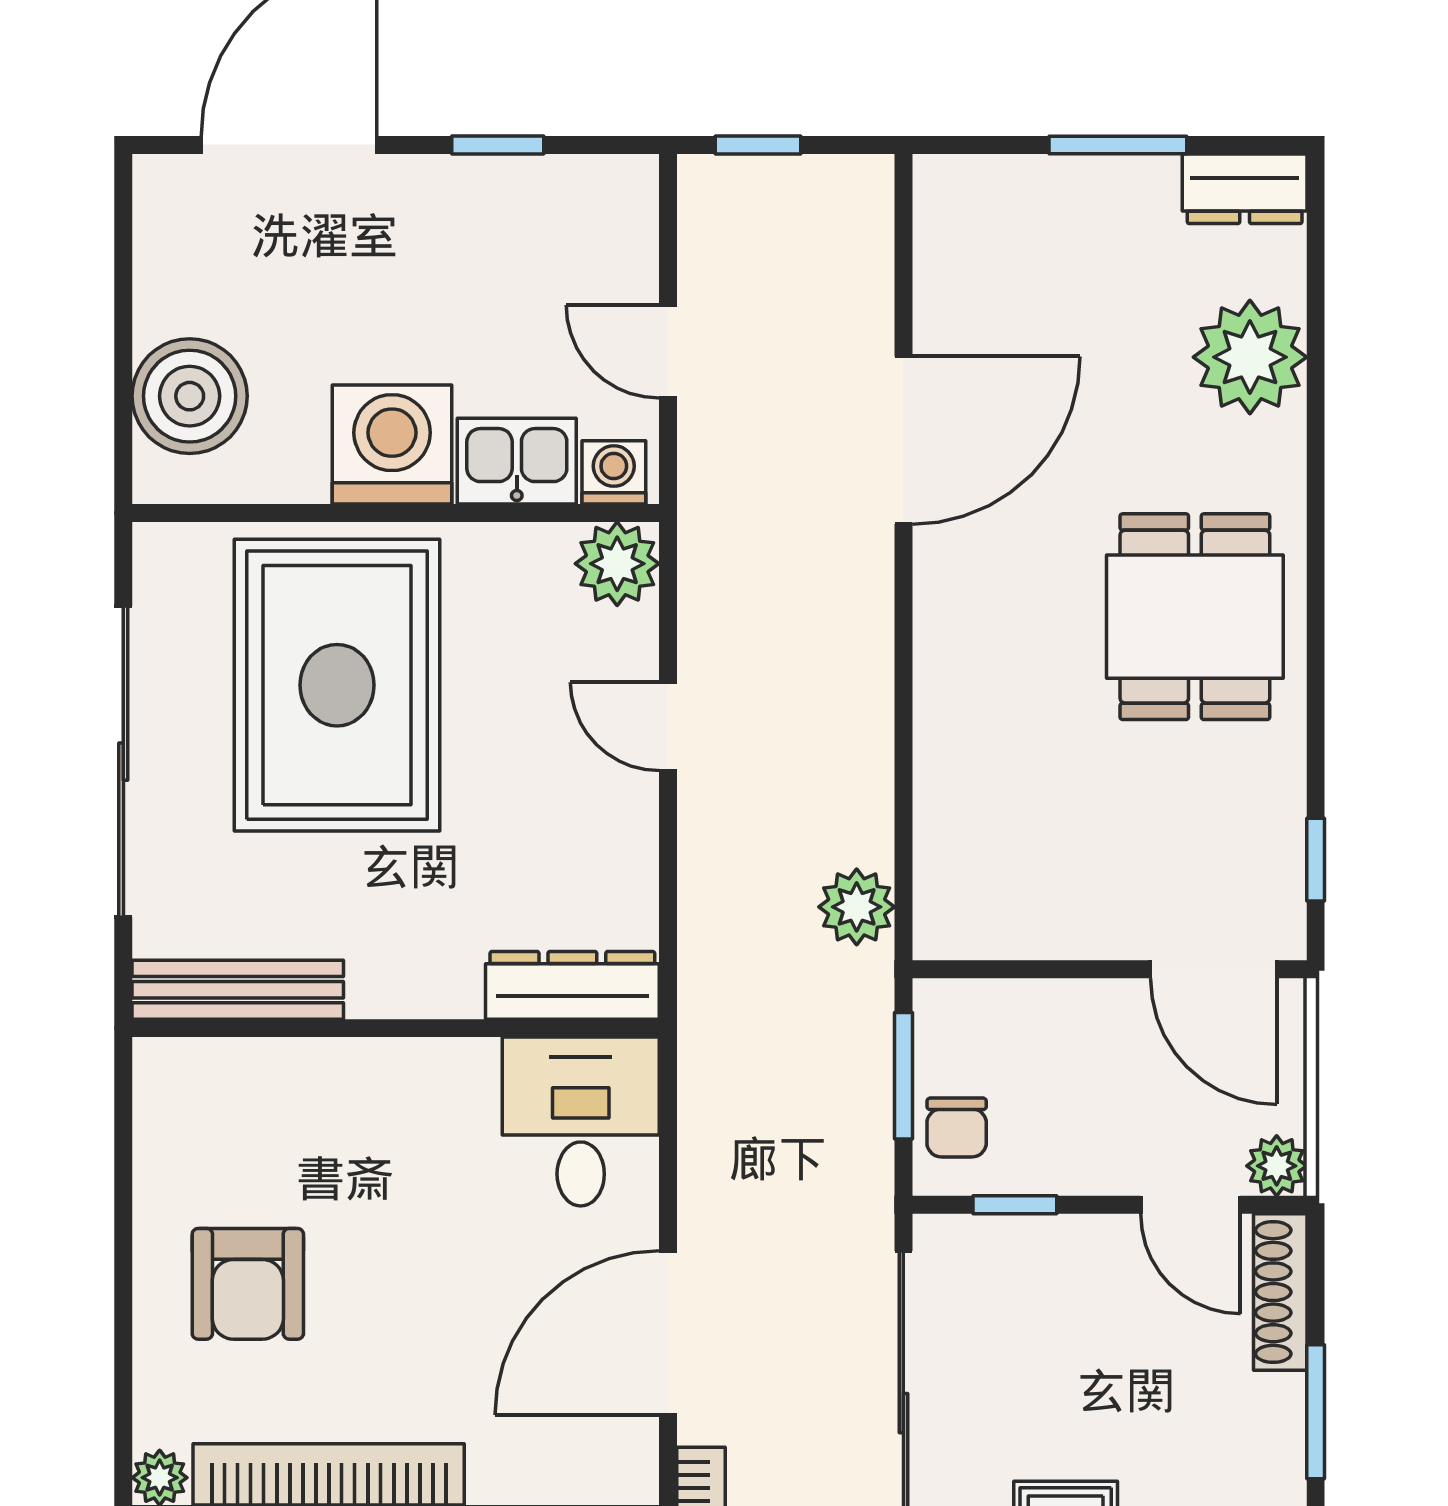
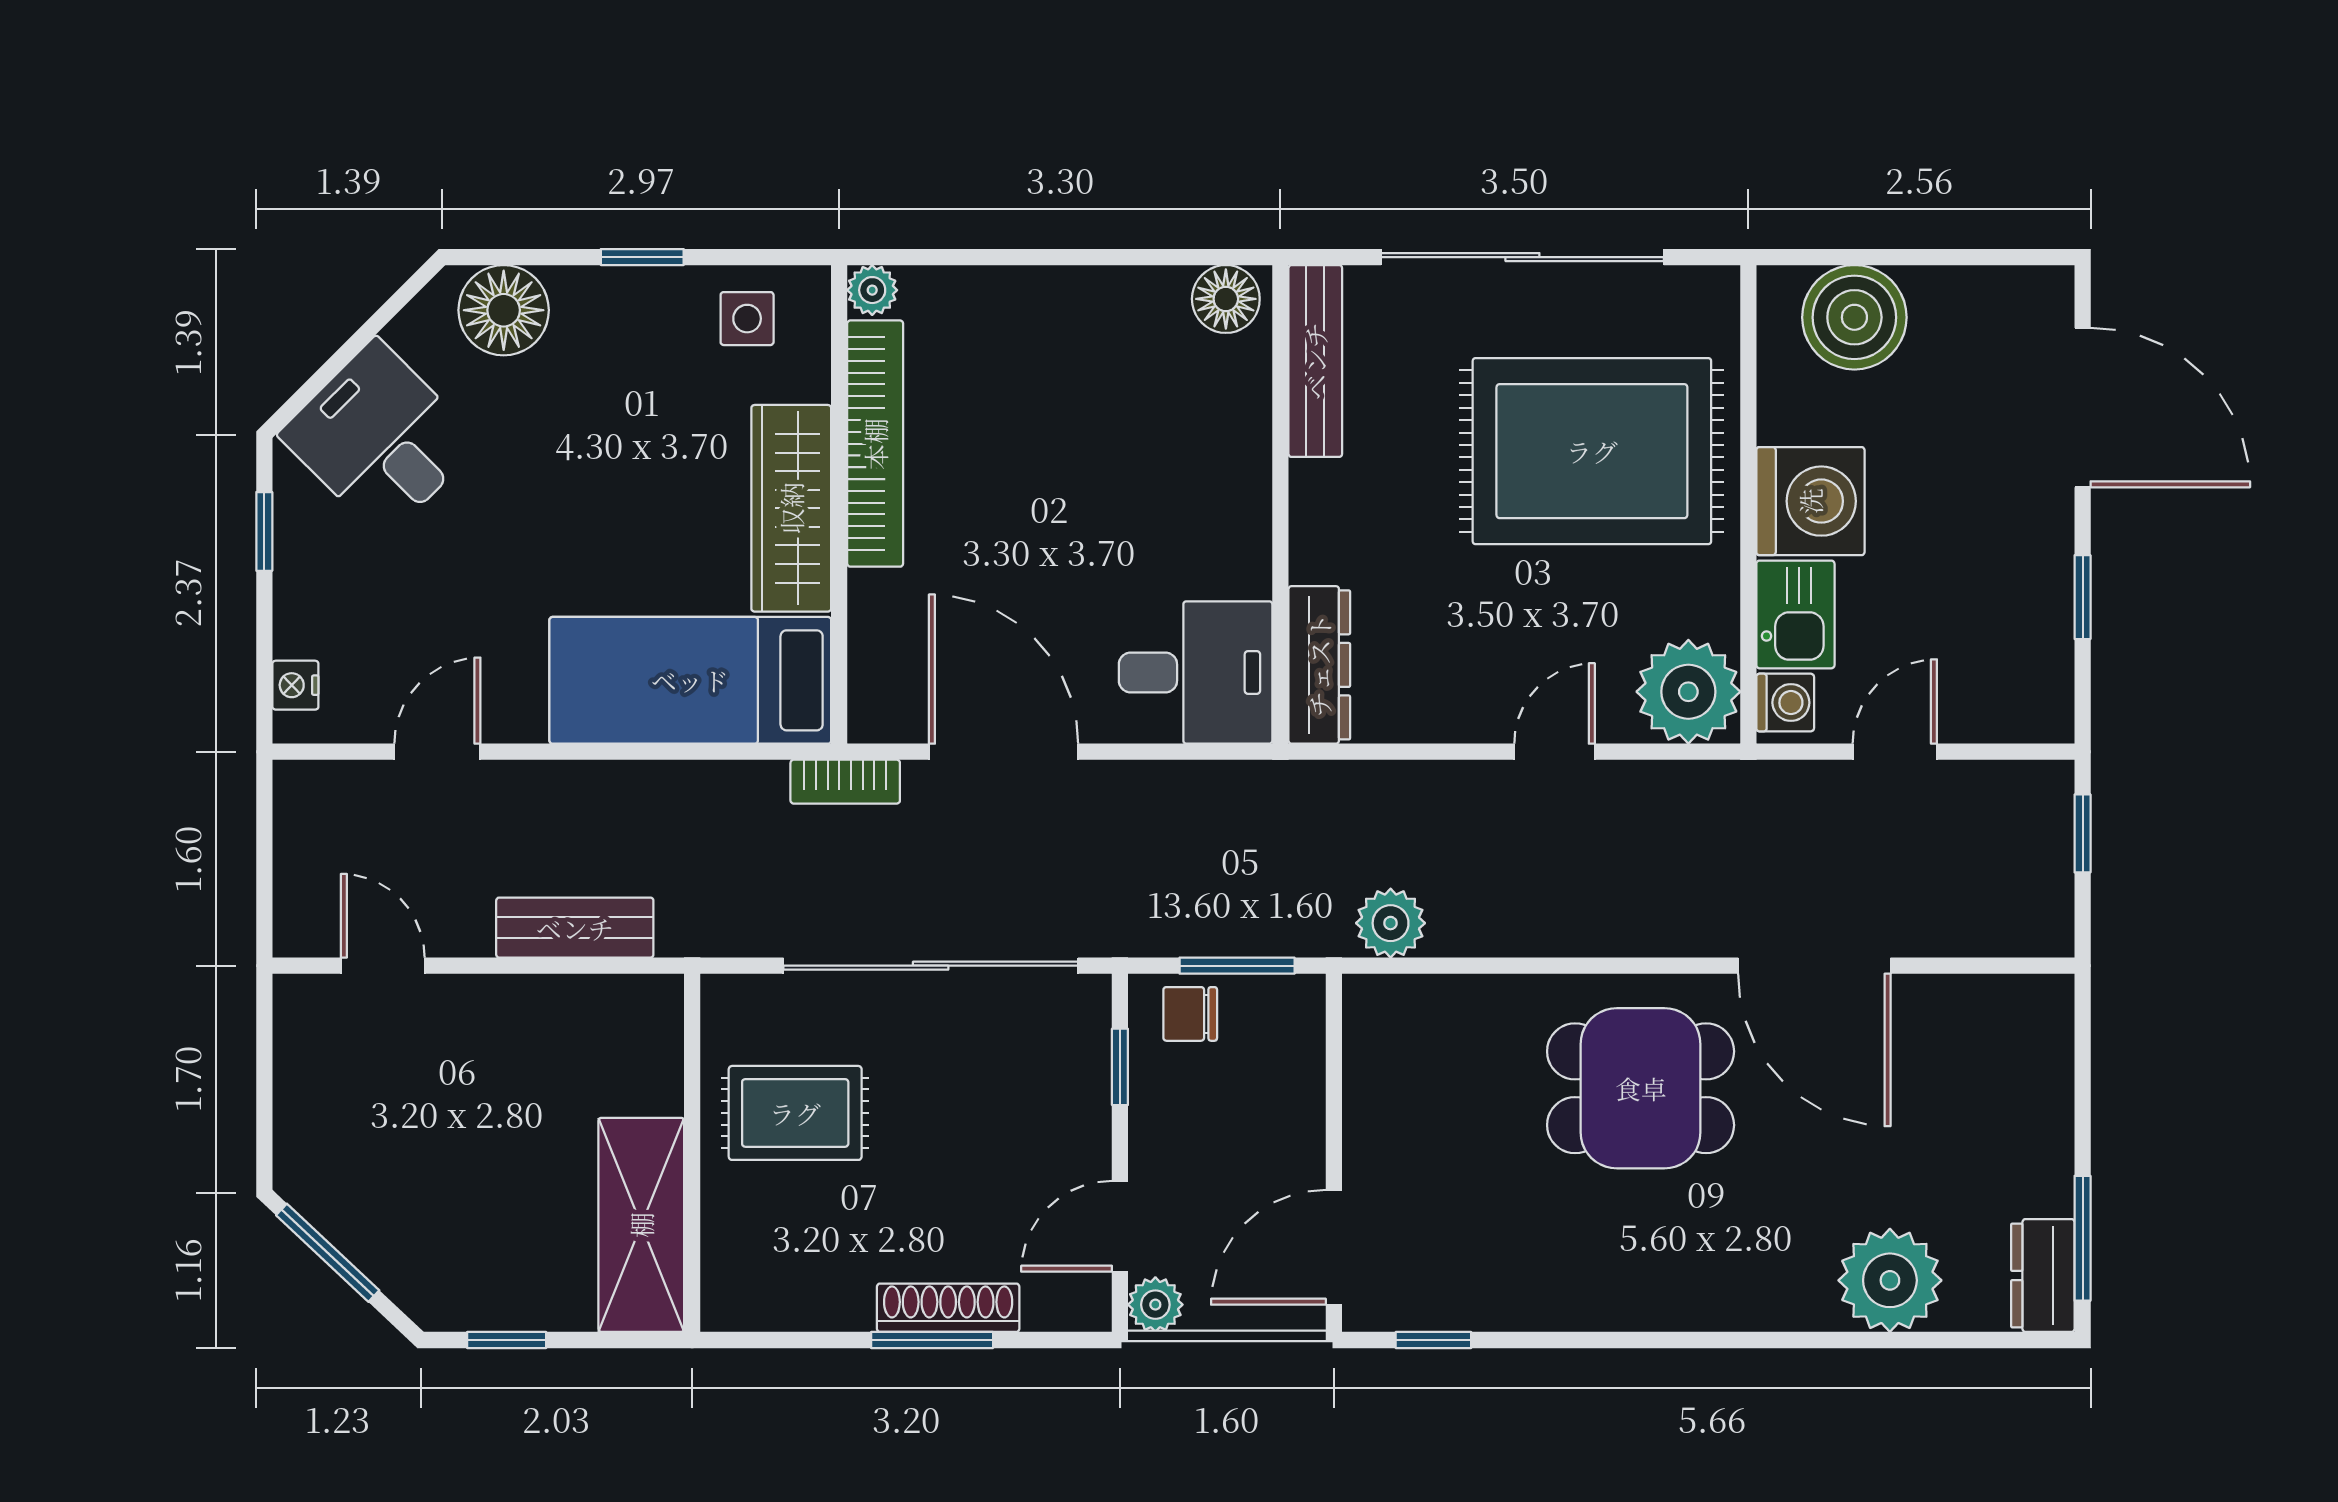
window: (1118, 145) -> (2083, 1238), moved
plant: (617, 564) -> (1688, 692), width x1.36, depth x1.36
dining table: (1195, 617) -> (1641, 1088), moved
floor lamp: (169, 1088) -> (1226, 299), added
armchair: (248, 1284) -> (1048, 370), removed
shoe rack: (1280, 1292) -> (948, 1308), moved

